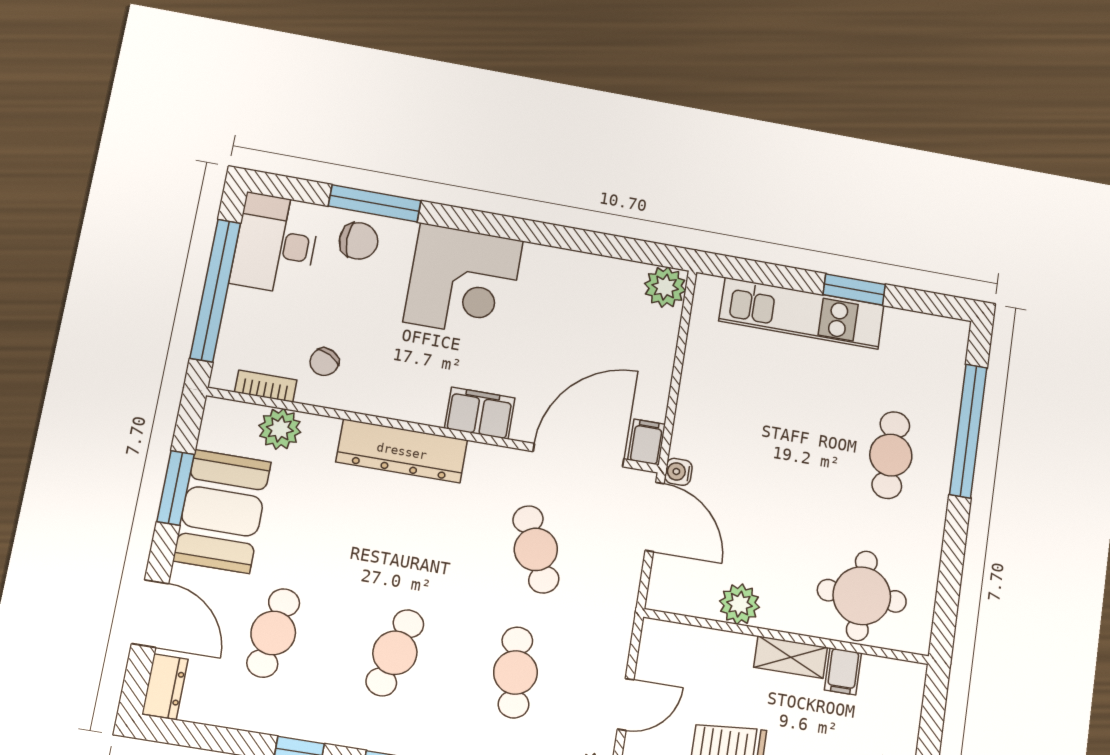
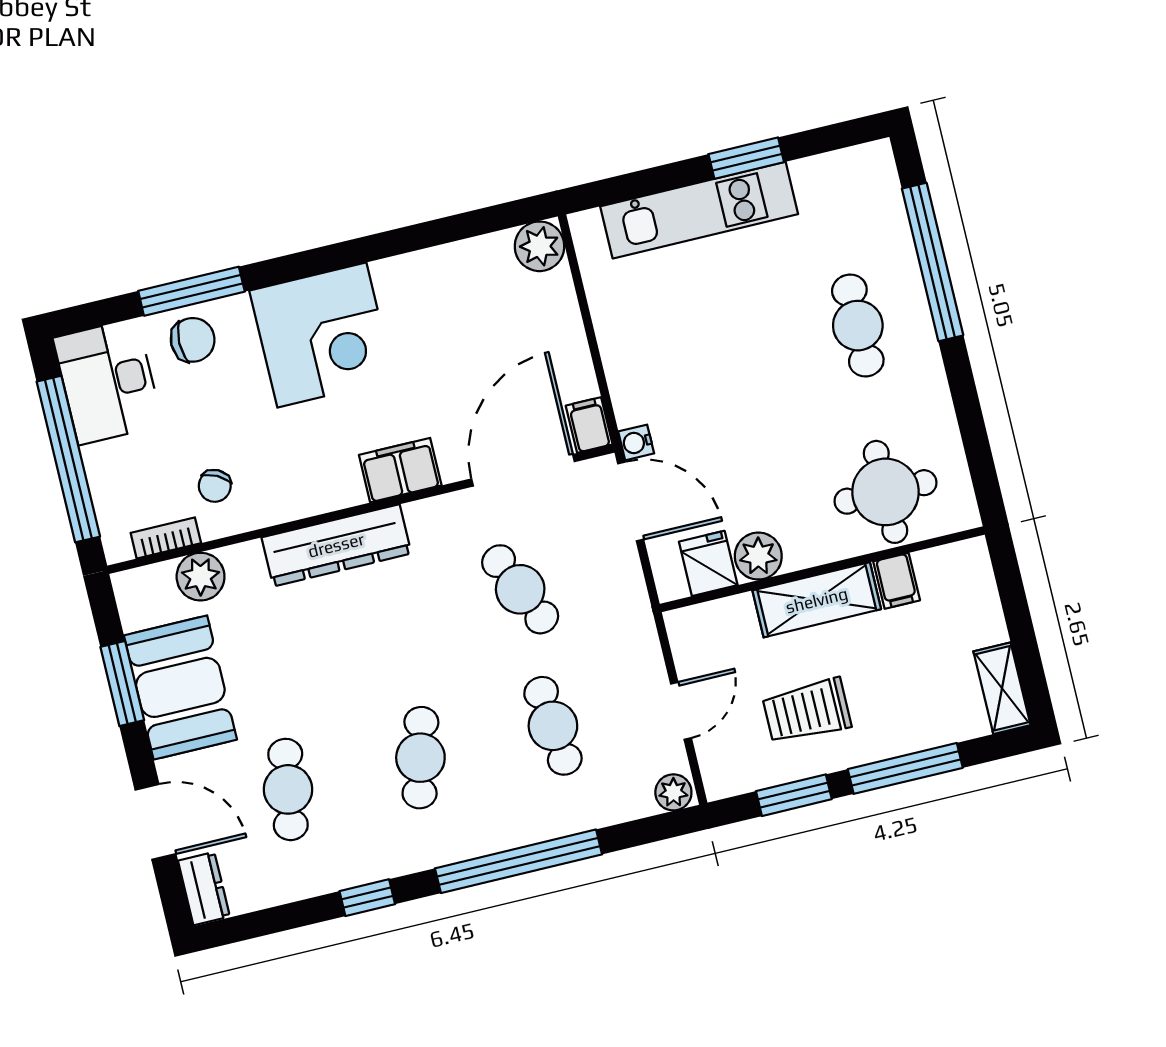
fridge: (697, 593) -> (708, 563), added
shelving: (791, 657) -> (817, 600), width x1.50, depth x1.33

